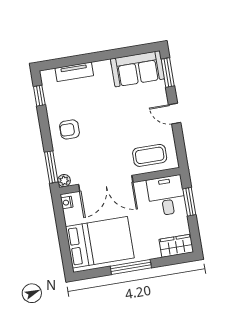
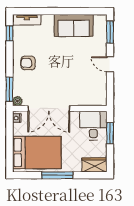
sofa: (137, 69) -> (74, 25), moved
tv unit: (74, 72) -> (27, 20), moved
coffee table: (150, 155) -> (86, 93), removed

